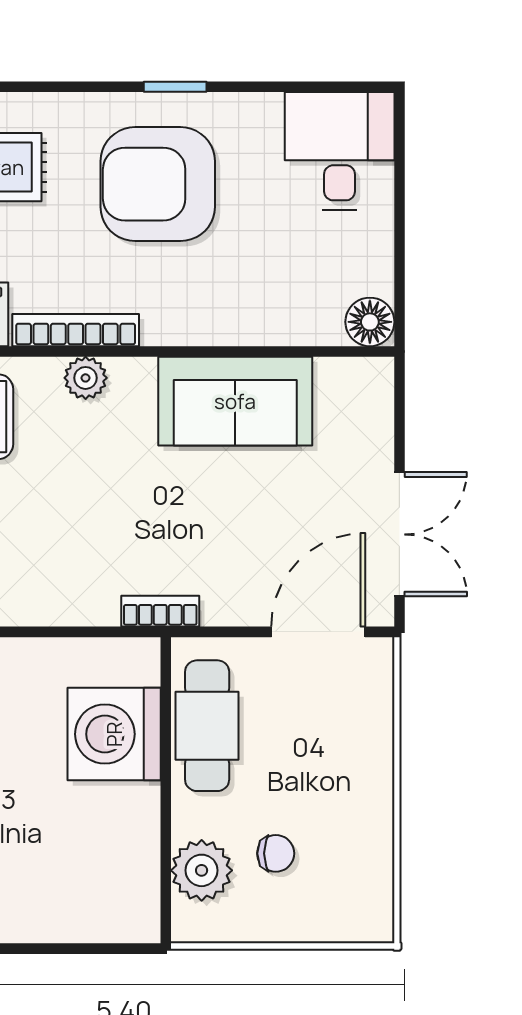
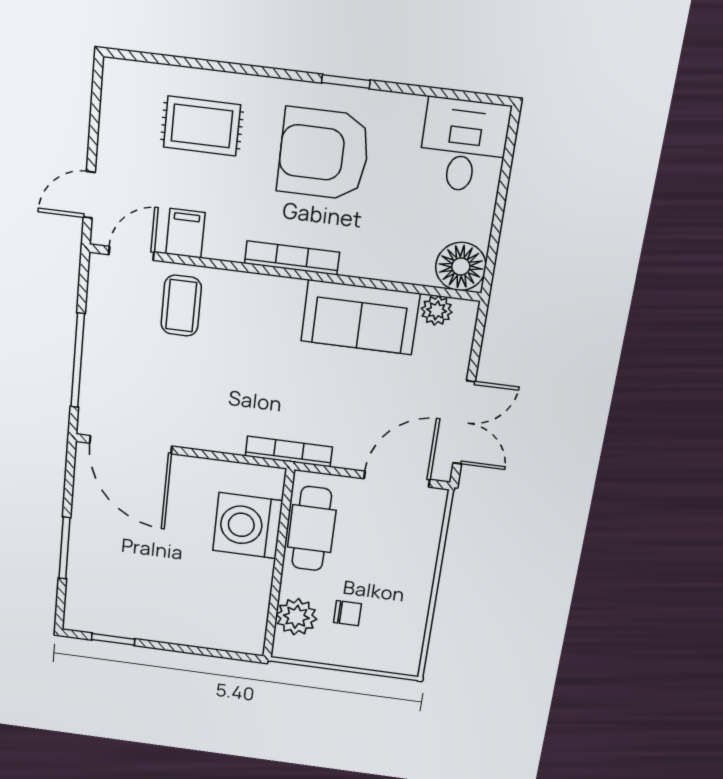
floor lamp: (370, 322) -> (461, 266), width x1.38, depth x1.38
bookcase: (76, 330) -> (292, 258), moved
plant: (86, 378) -> (437, 310), moved
bookcase: (160, 611) -> (289, 451), width x1.56

